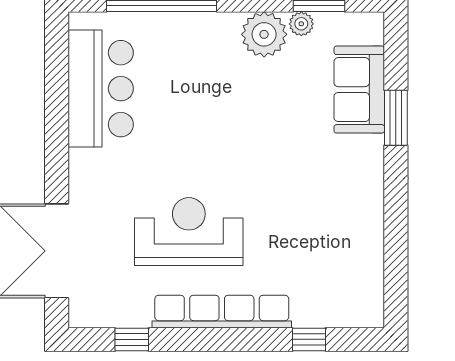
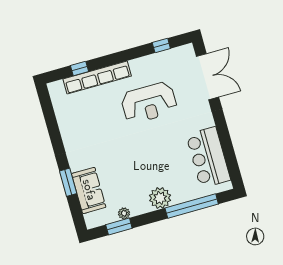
plant: (264, 34) -> (160, 198), moved
row of seats: (222, 312) -> (97, 77), moved

